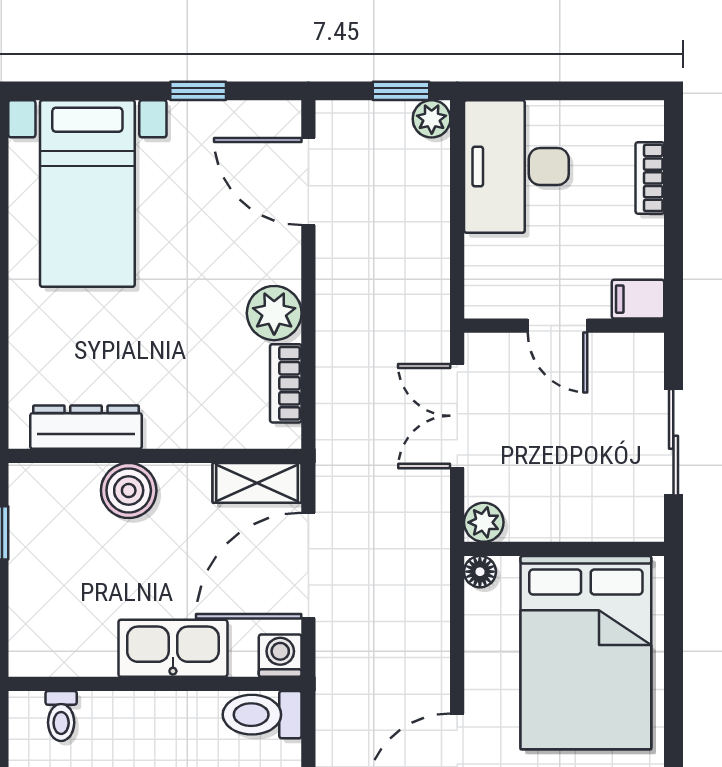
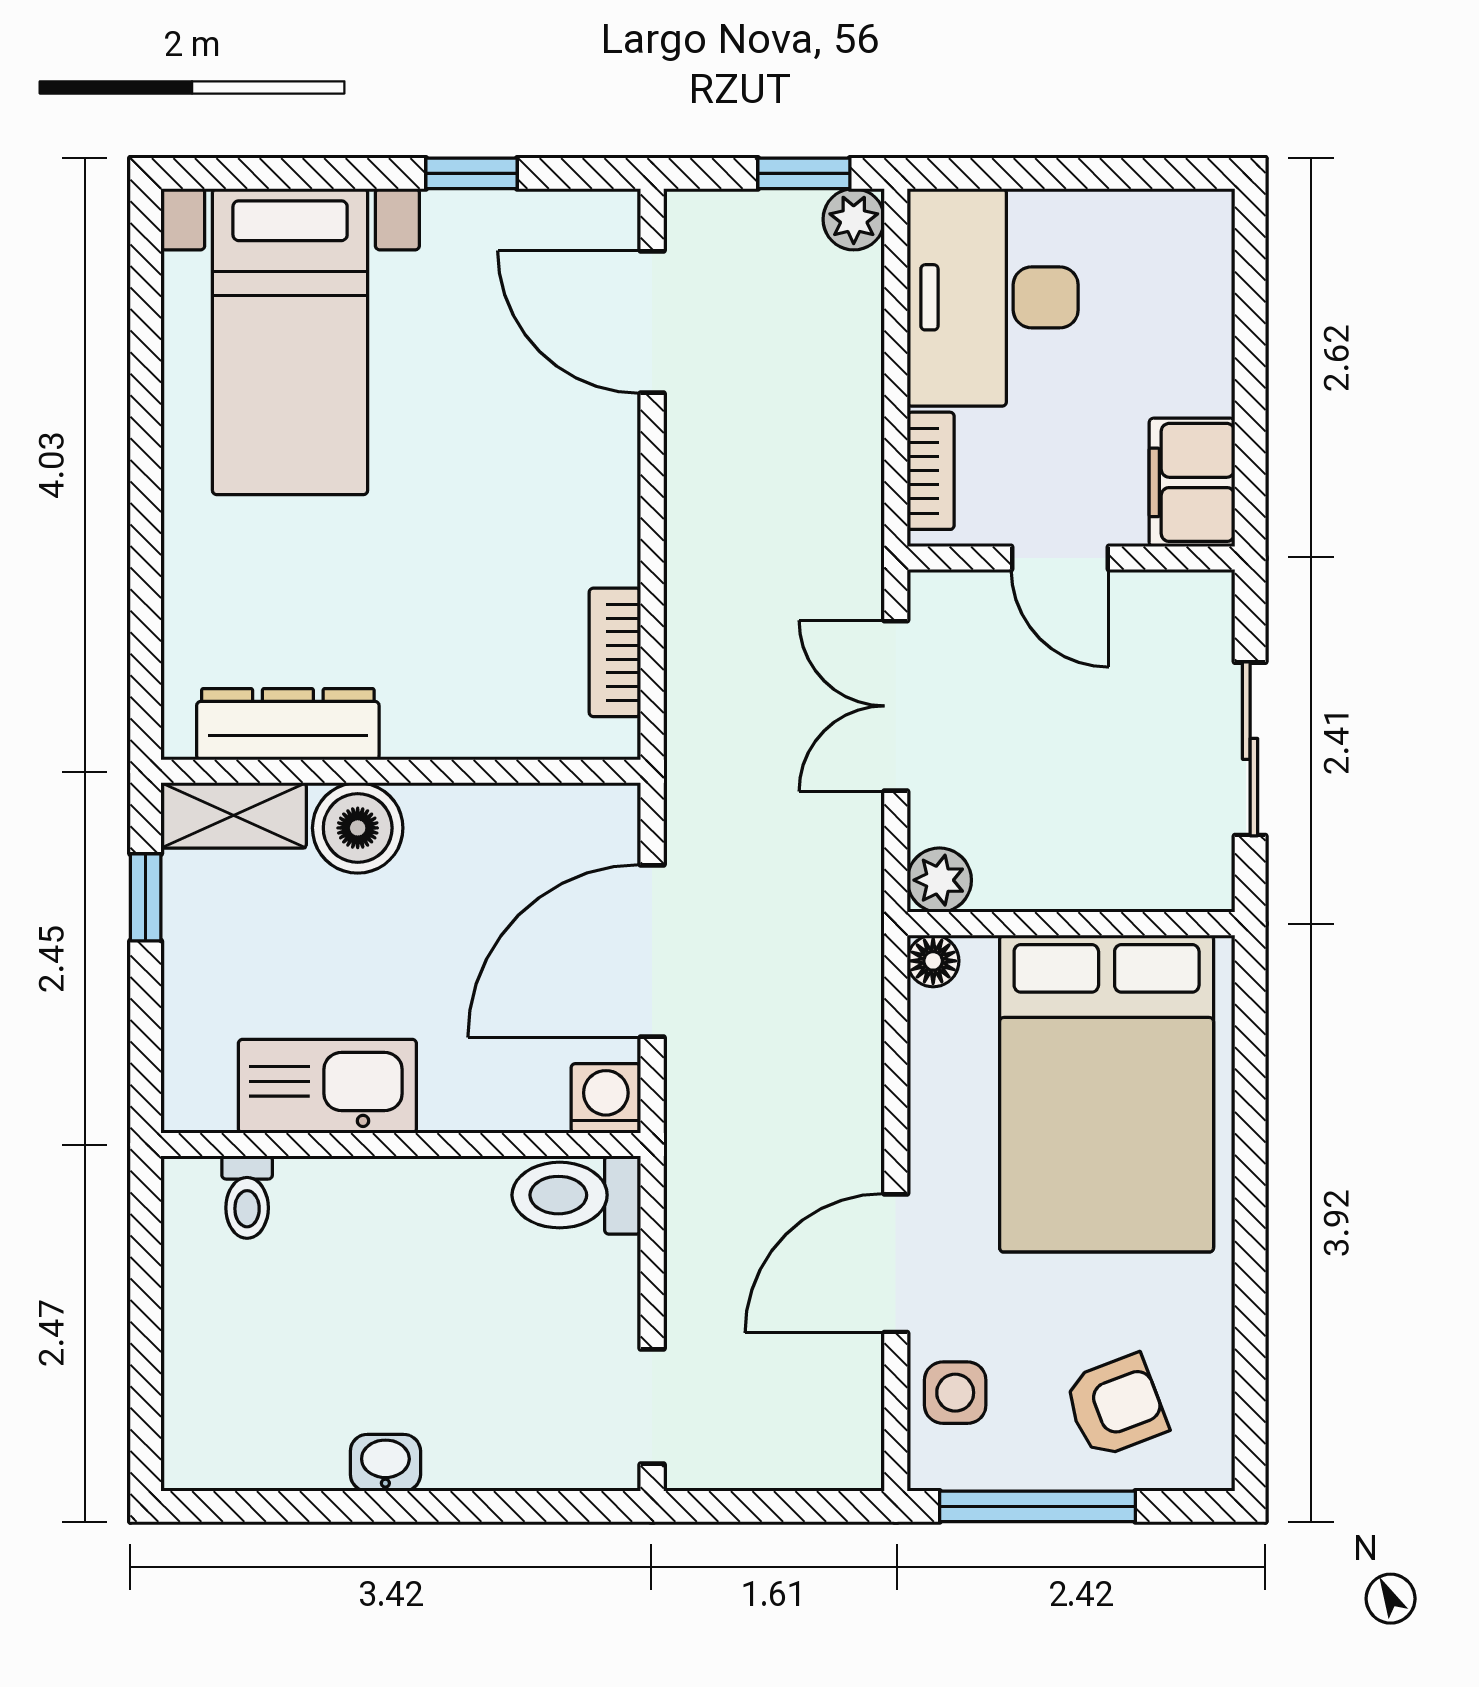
bookcase: (650, 178) -> (931, 471), moved, turned 180
filing cabinet: (638, 299) -> (1192, 482), width x2.00
plant: (274, 313) -> (596, 537), removed
shelving: (257, 483) -> (234, 815), moved
kitchen sink: (173, 648) -> (327, 1086), moved

